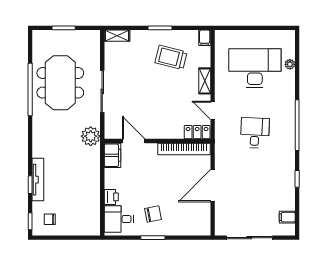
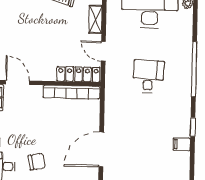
locker: (197, 132) -> (78, 74), width x1.53
door: (213, 186) -> (101, 149), moved
filing cabinet: (287, 217) -> (182, 144), moved

